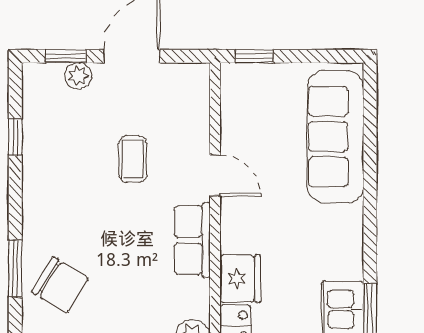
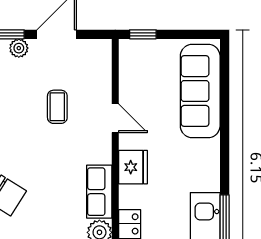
row of seats: (192, 240) -> (99, 192), moved
fridge: (240, 279) -> (133, 167), moved

